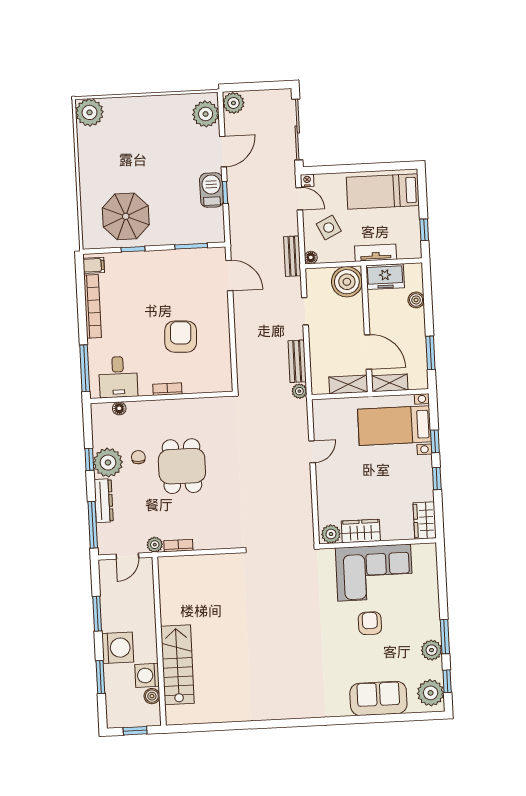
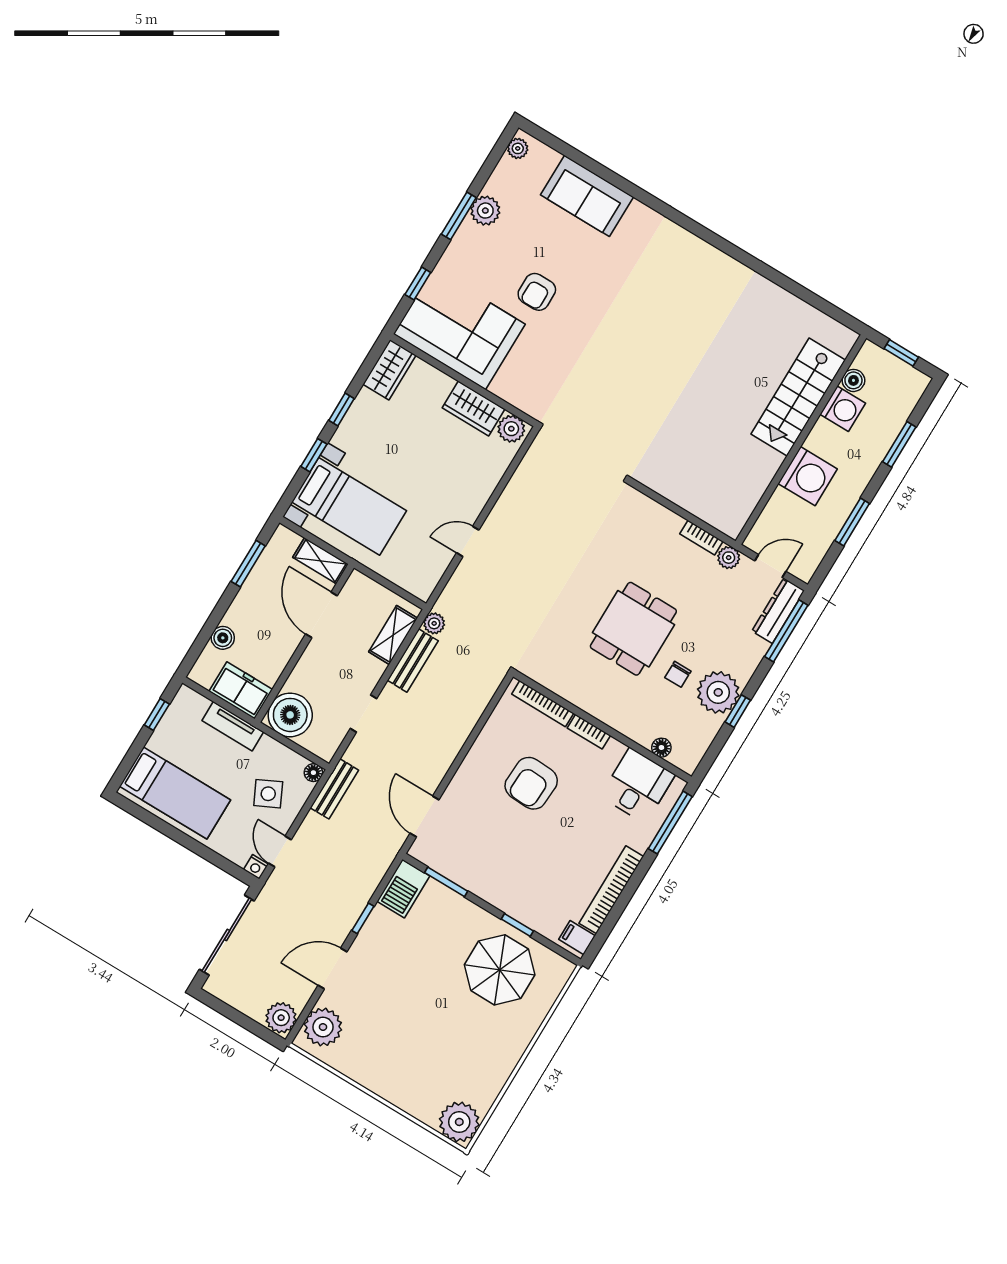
barbecue: (211, 190) -> (403, 889), moved
shelving: (348, 384) -> (393, 635), moved, turned 90
bookcase: (205, 387) -> (543, 704), added
dresser: (104, 501) -> (778, 611), moved
corner sofa: (374, 573) -> (459, 329), moved
washing machine: (118, 648) -> (808, 476), moved, turned 180
window: (447, 681) -> (418, 284), moved
plant: (431, 693) -> (518, 148), width x0.53, depth x0.53

